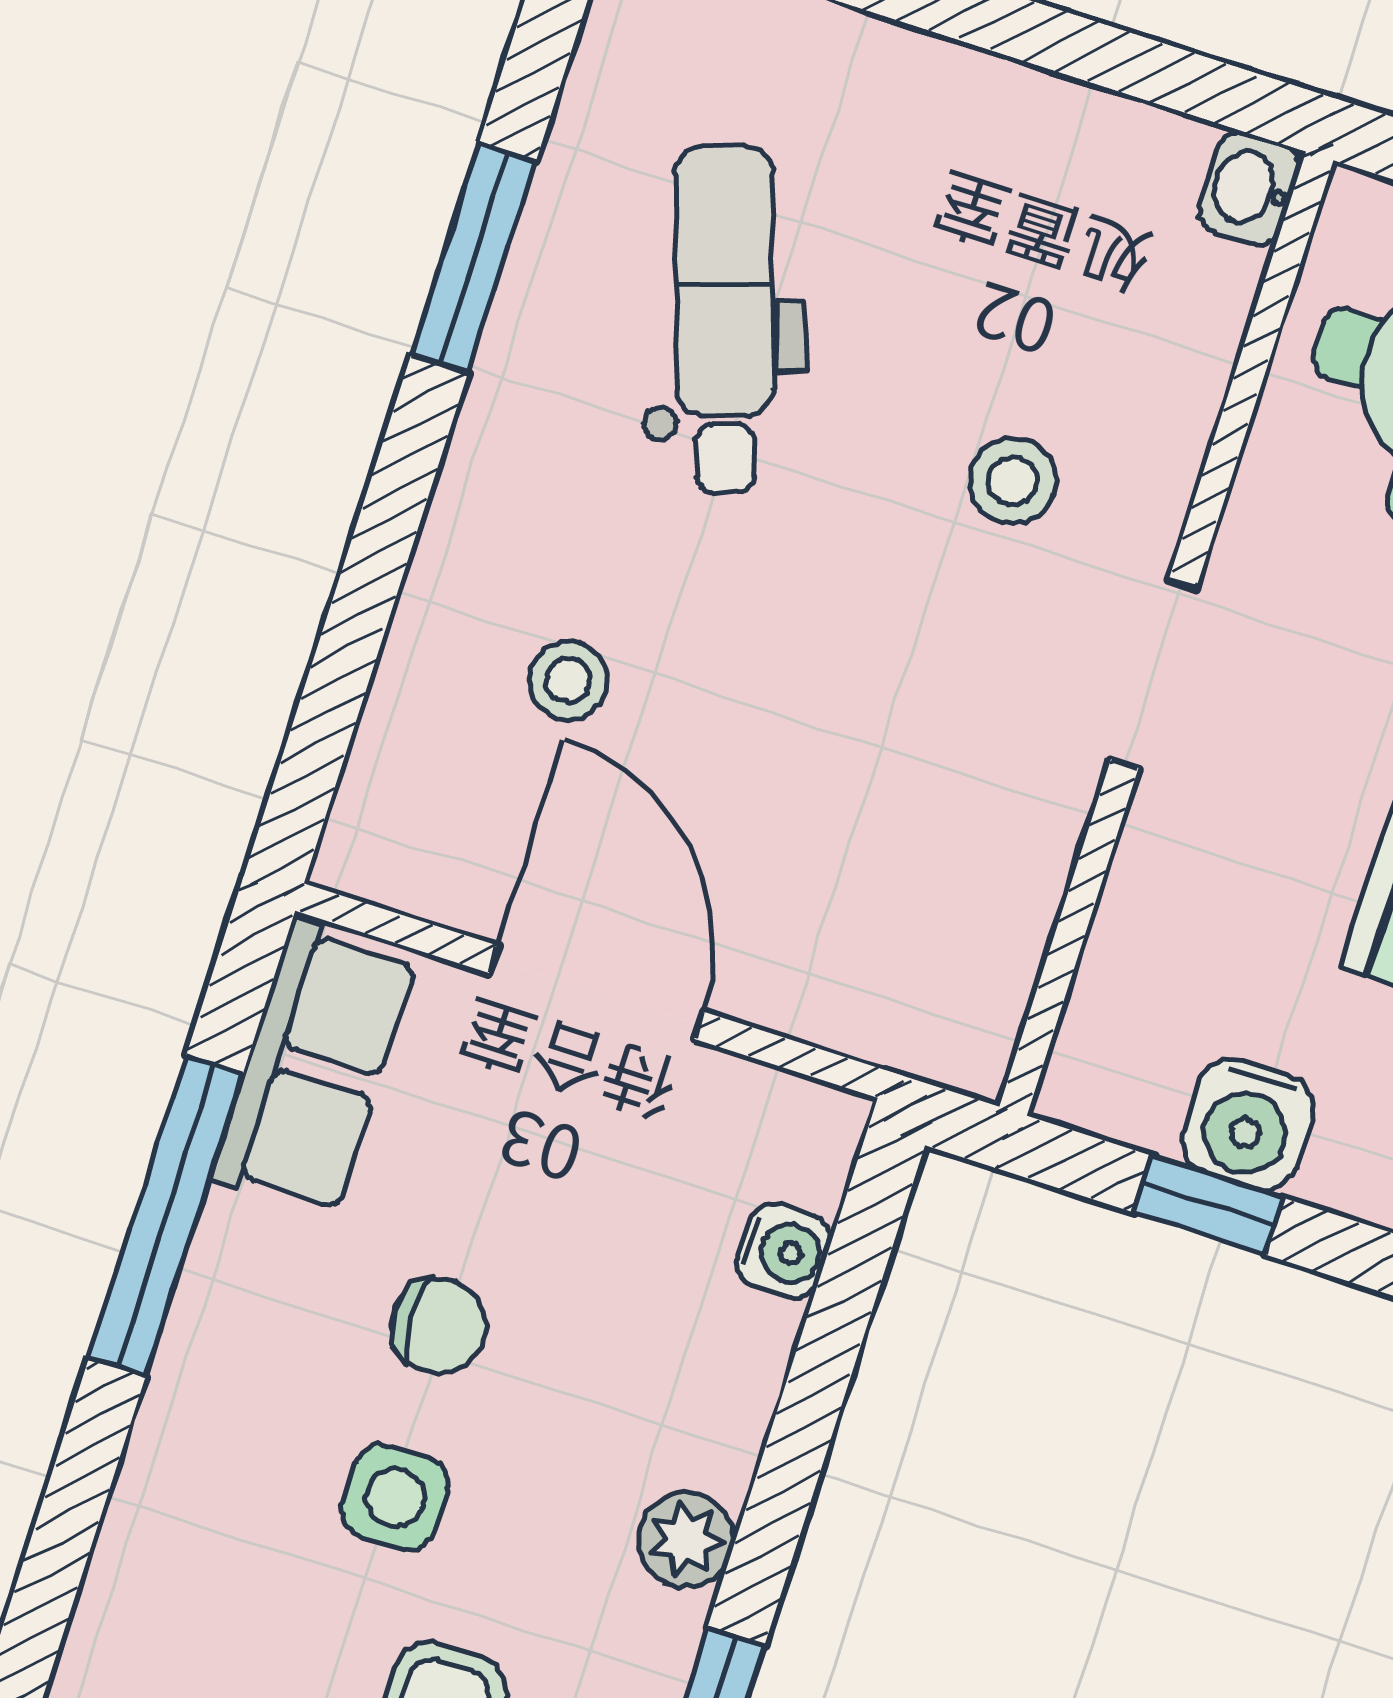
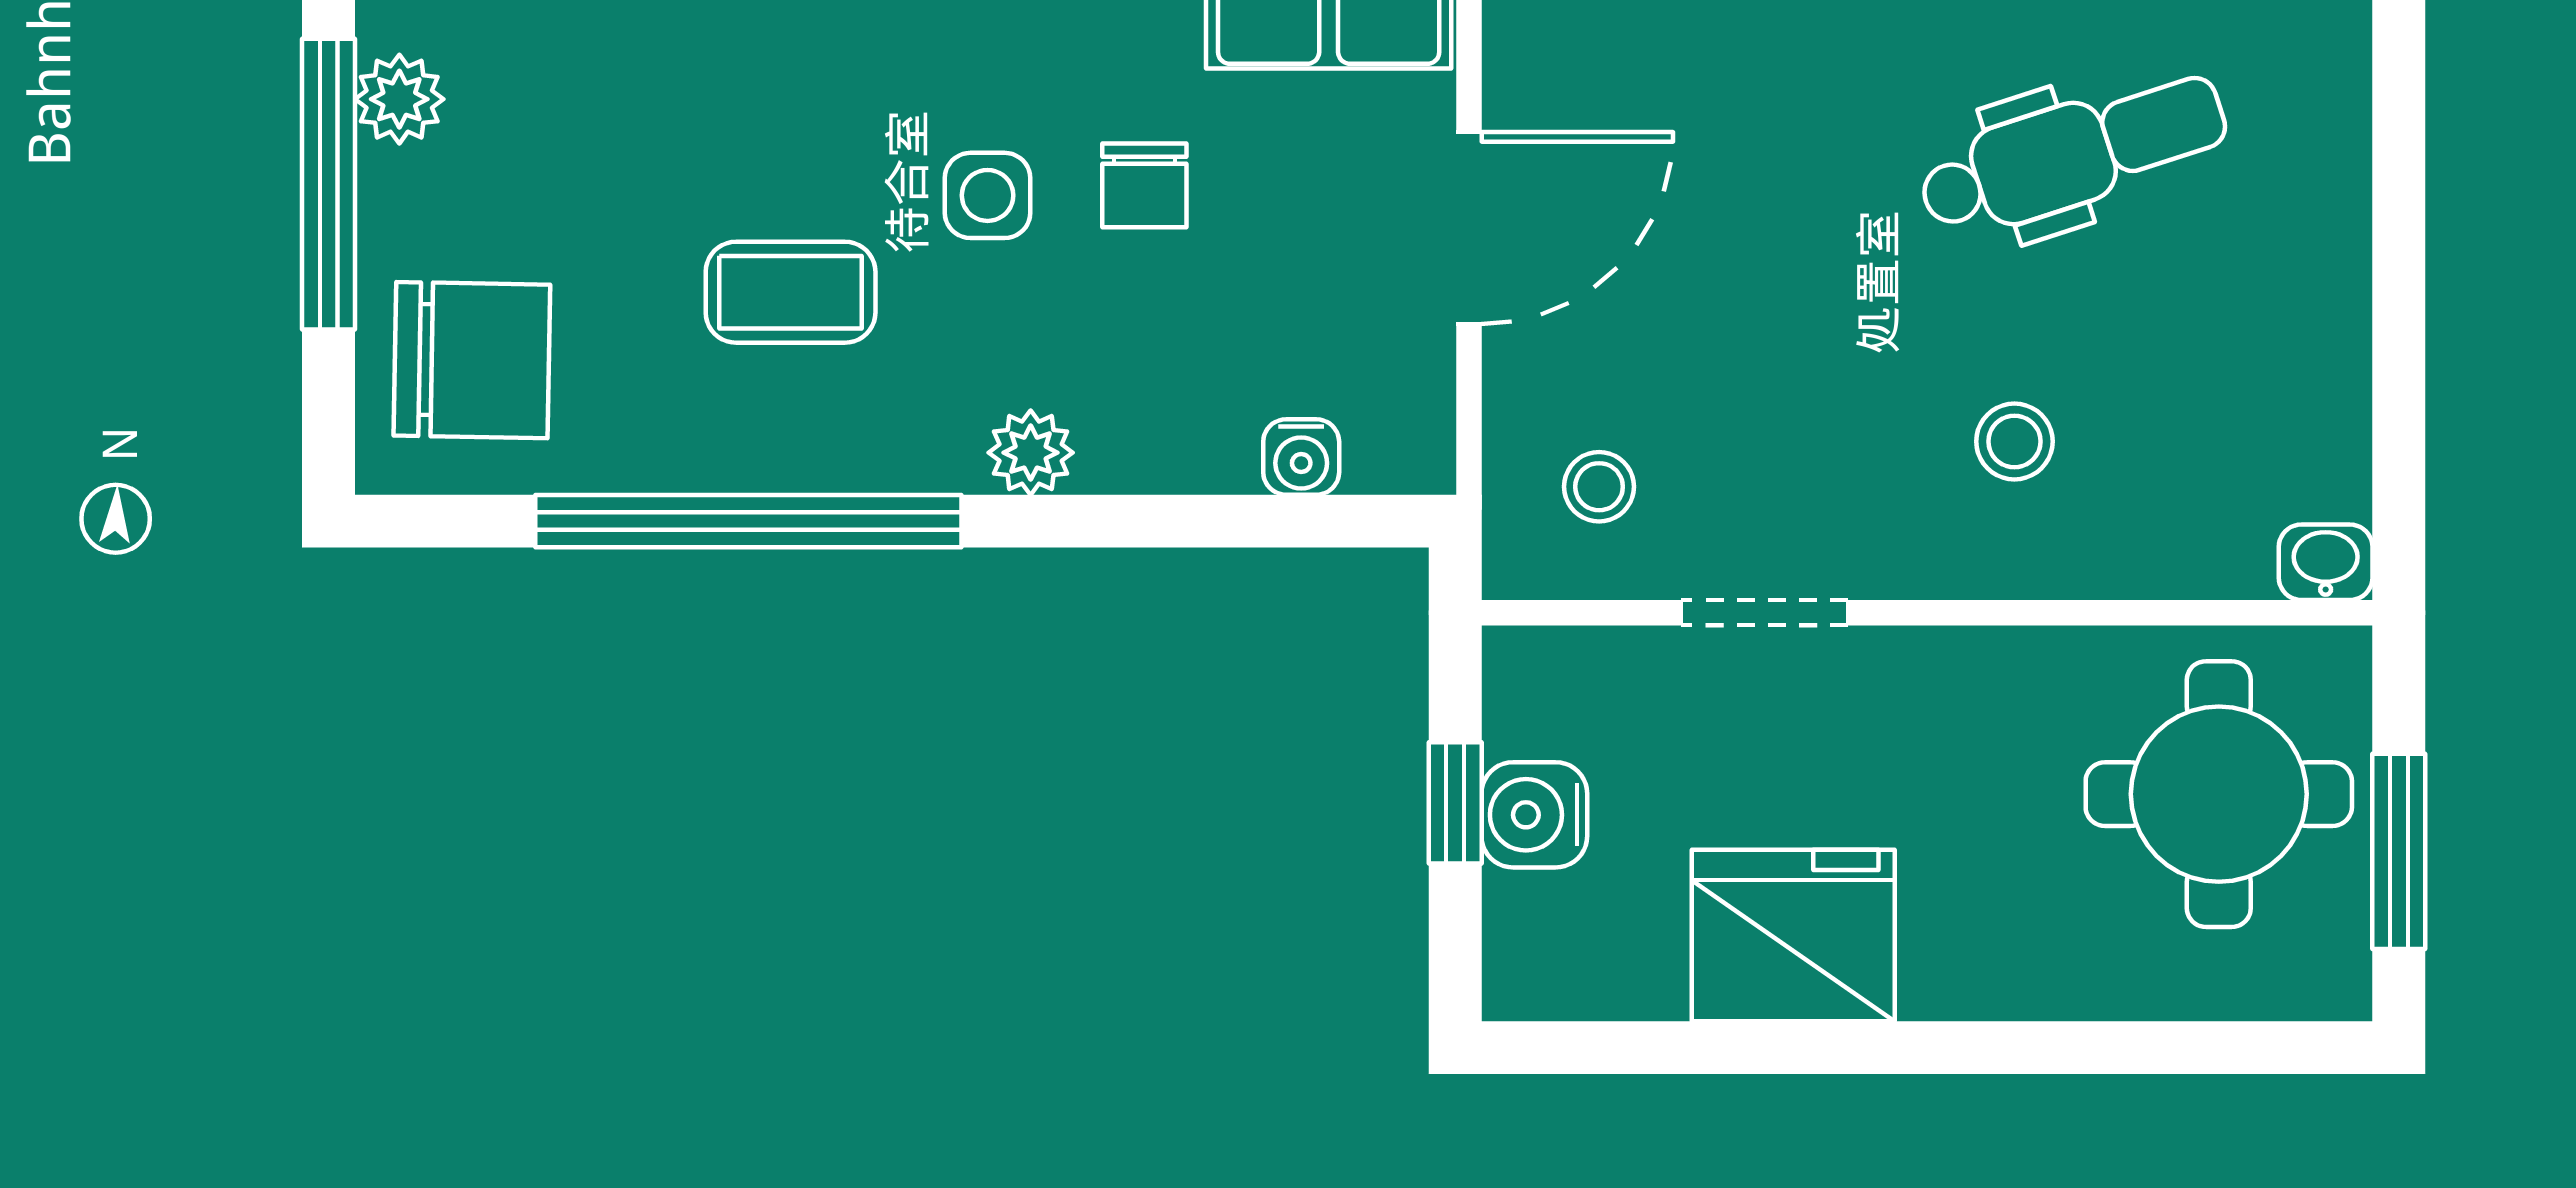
doorway: (1154, 674) -> (1765, 613), moved
stool: (568, 680) -> (1599, 487), moved

